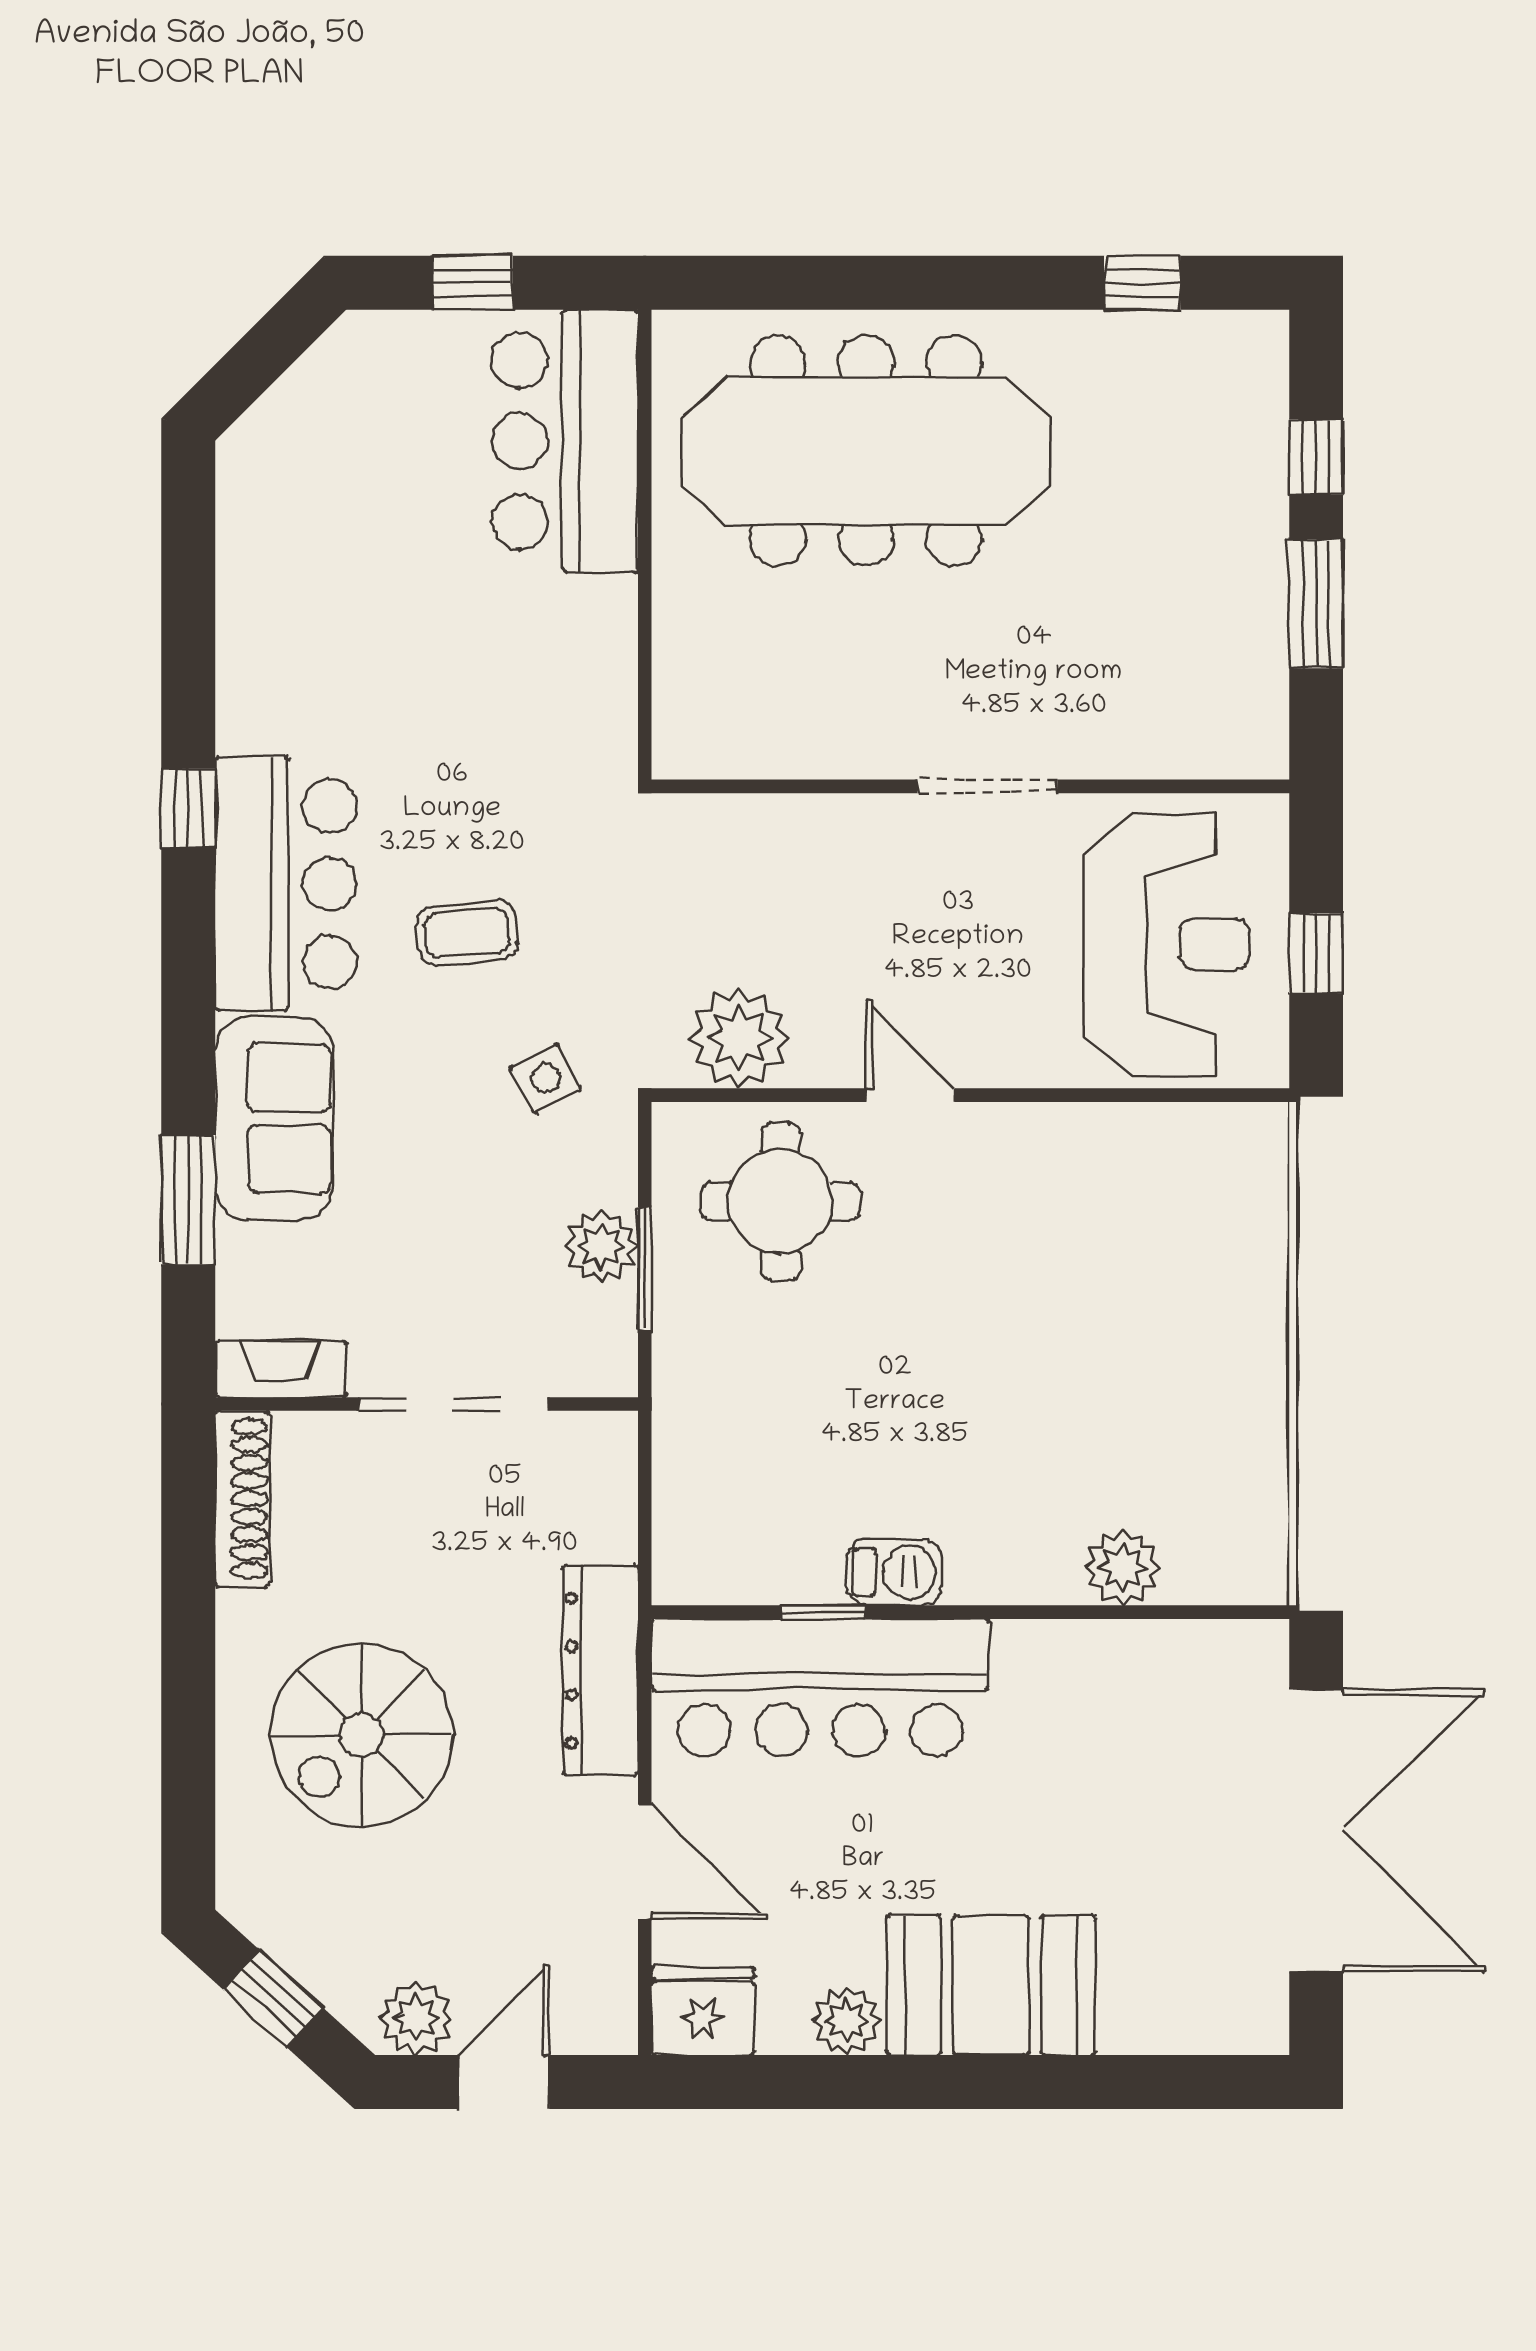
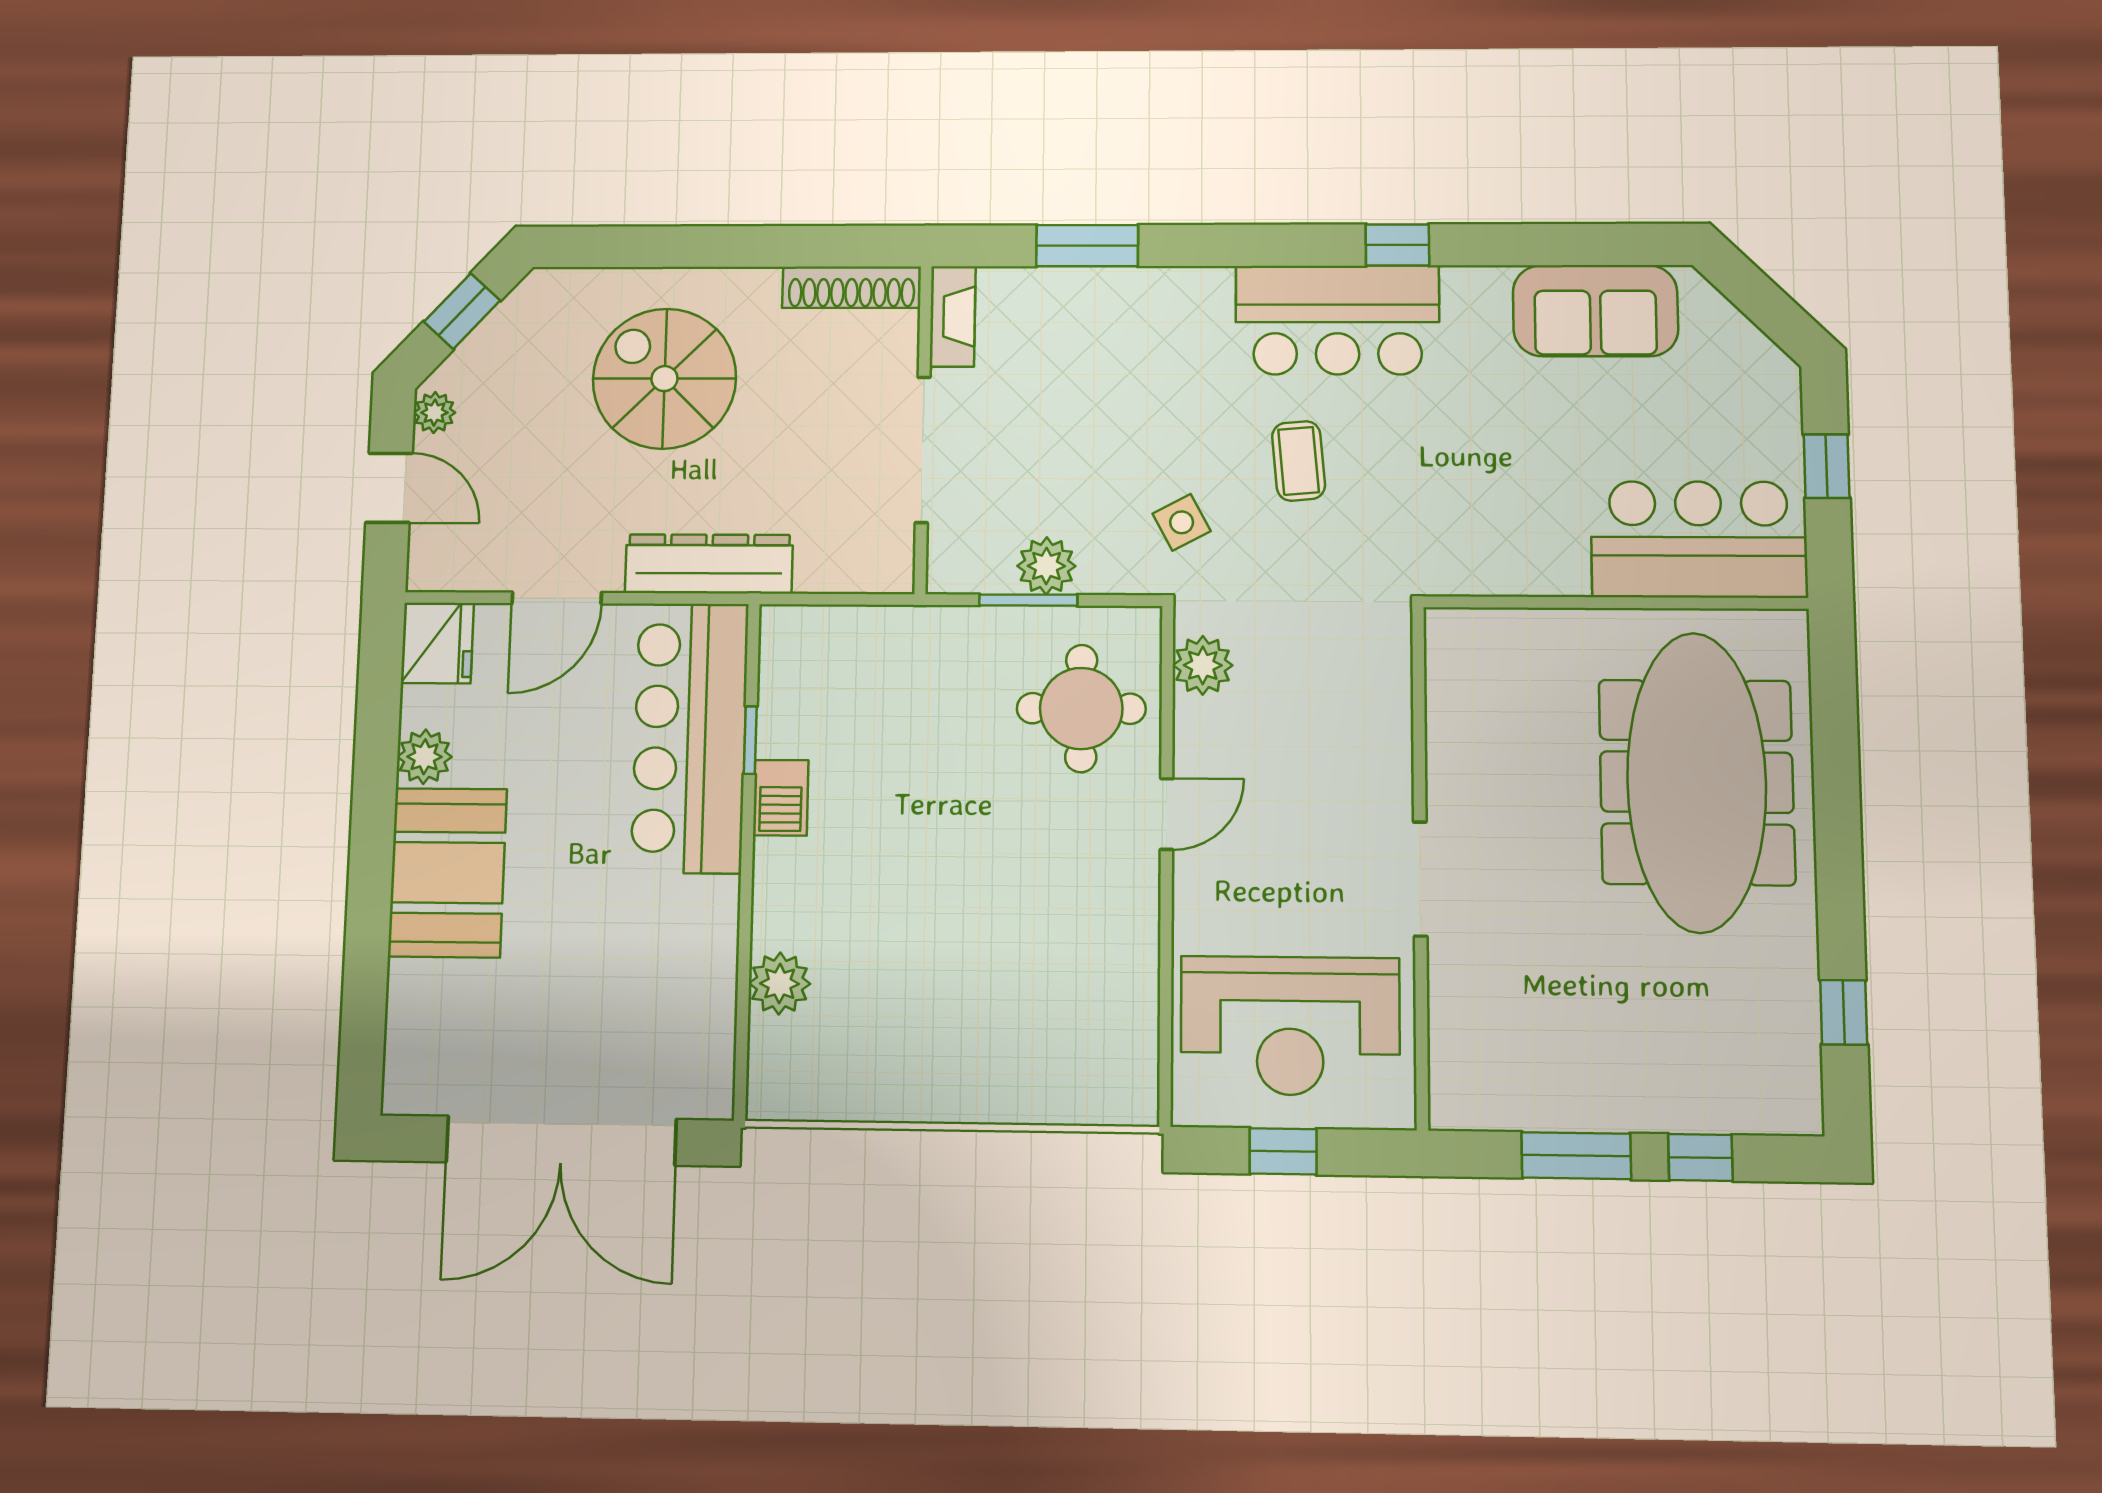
plant: (739, 1038) -> (1203, 665), width x0.73, depth x0.73
sofa: (274, 1118) -> (1595, 311), moved
plant: (416, 2018) -> (434, 413), width x0.73, depth x0.73

